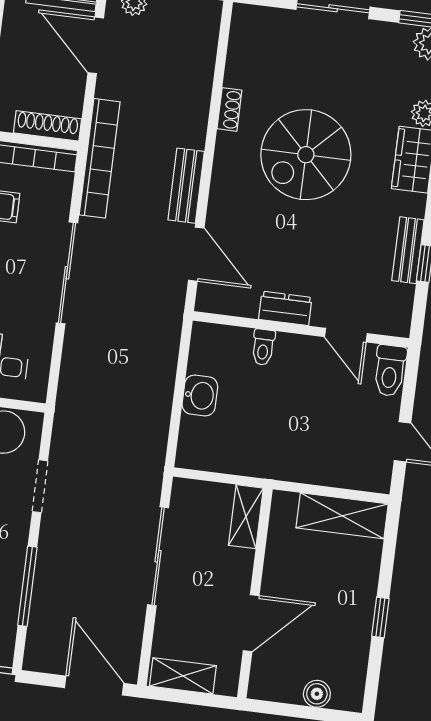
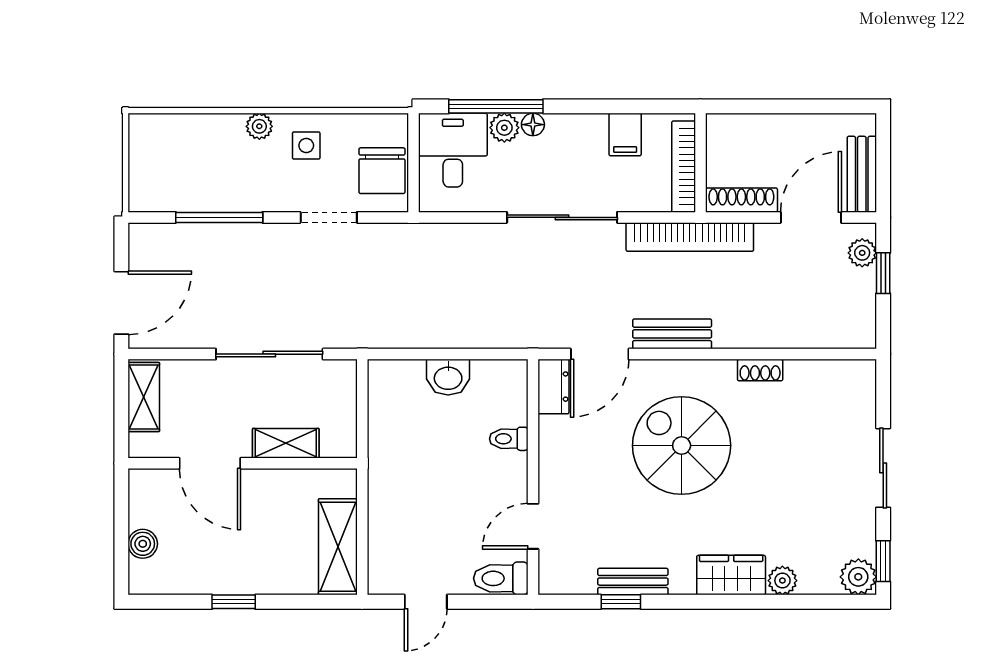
shoe rack: (47, 126) -> (741, 200), moved, turned -90
spiral stairs: (306, 155) -> (682, 446), moved
dresser: (285, 308) -> (554, 387), moved
shelving: (246, 517) -> (286, 443), moved

